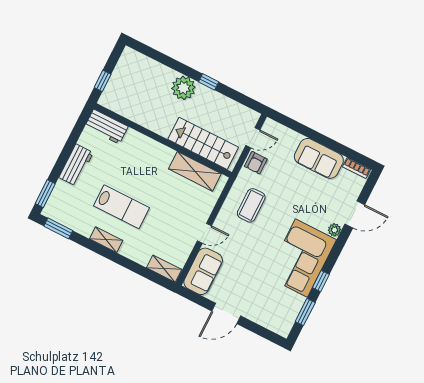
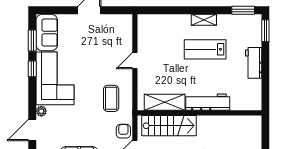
window: (103, 81) -> (265, 134), removed
workbench: (106, 127) -> (208, 102), moved, width x1.37
shelving: (164, 269) -> (151, 20), removed
sofa: (203, 271) -> (47, 33), moved, turned 180

